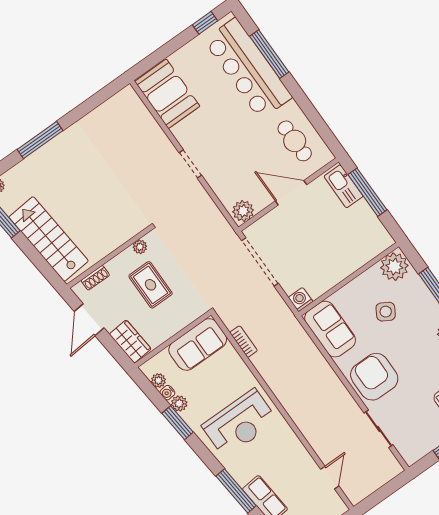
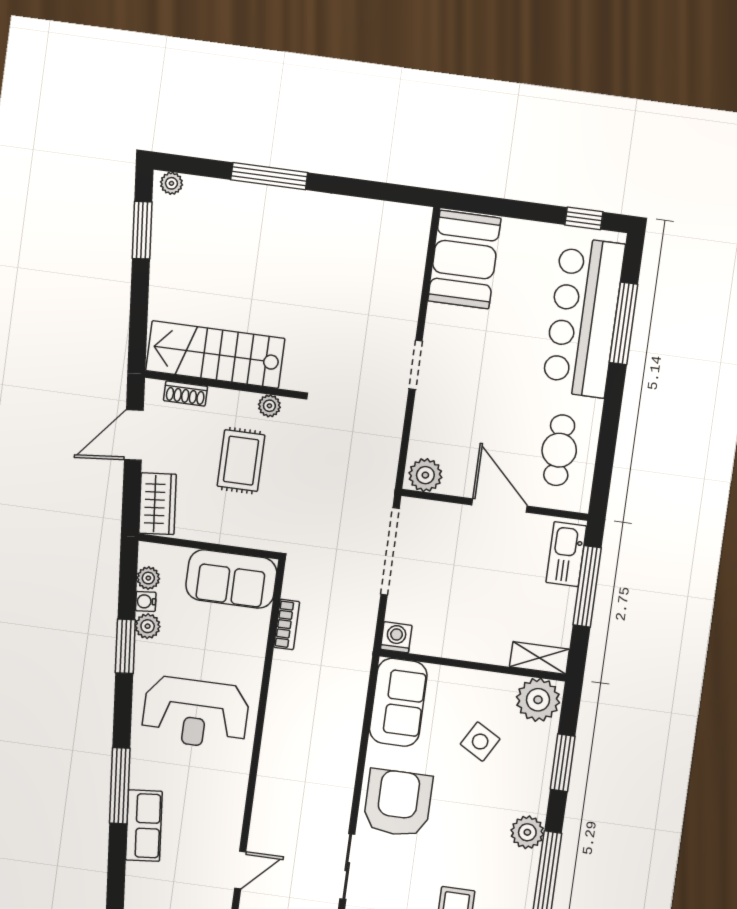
stairs: (49, 239) -> (215, 355), moved, turned -85
shelving: (377, 246) -> (539, 658), added

